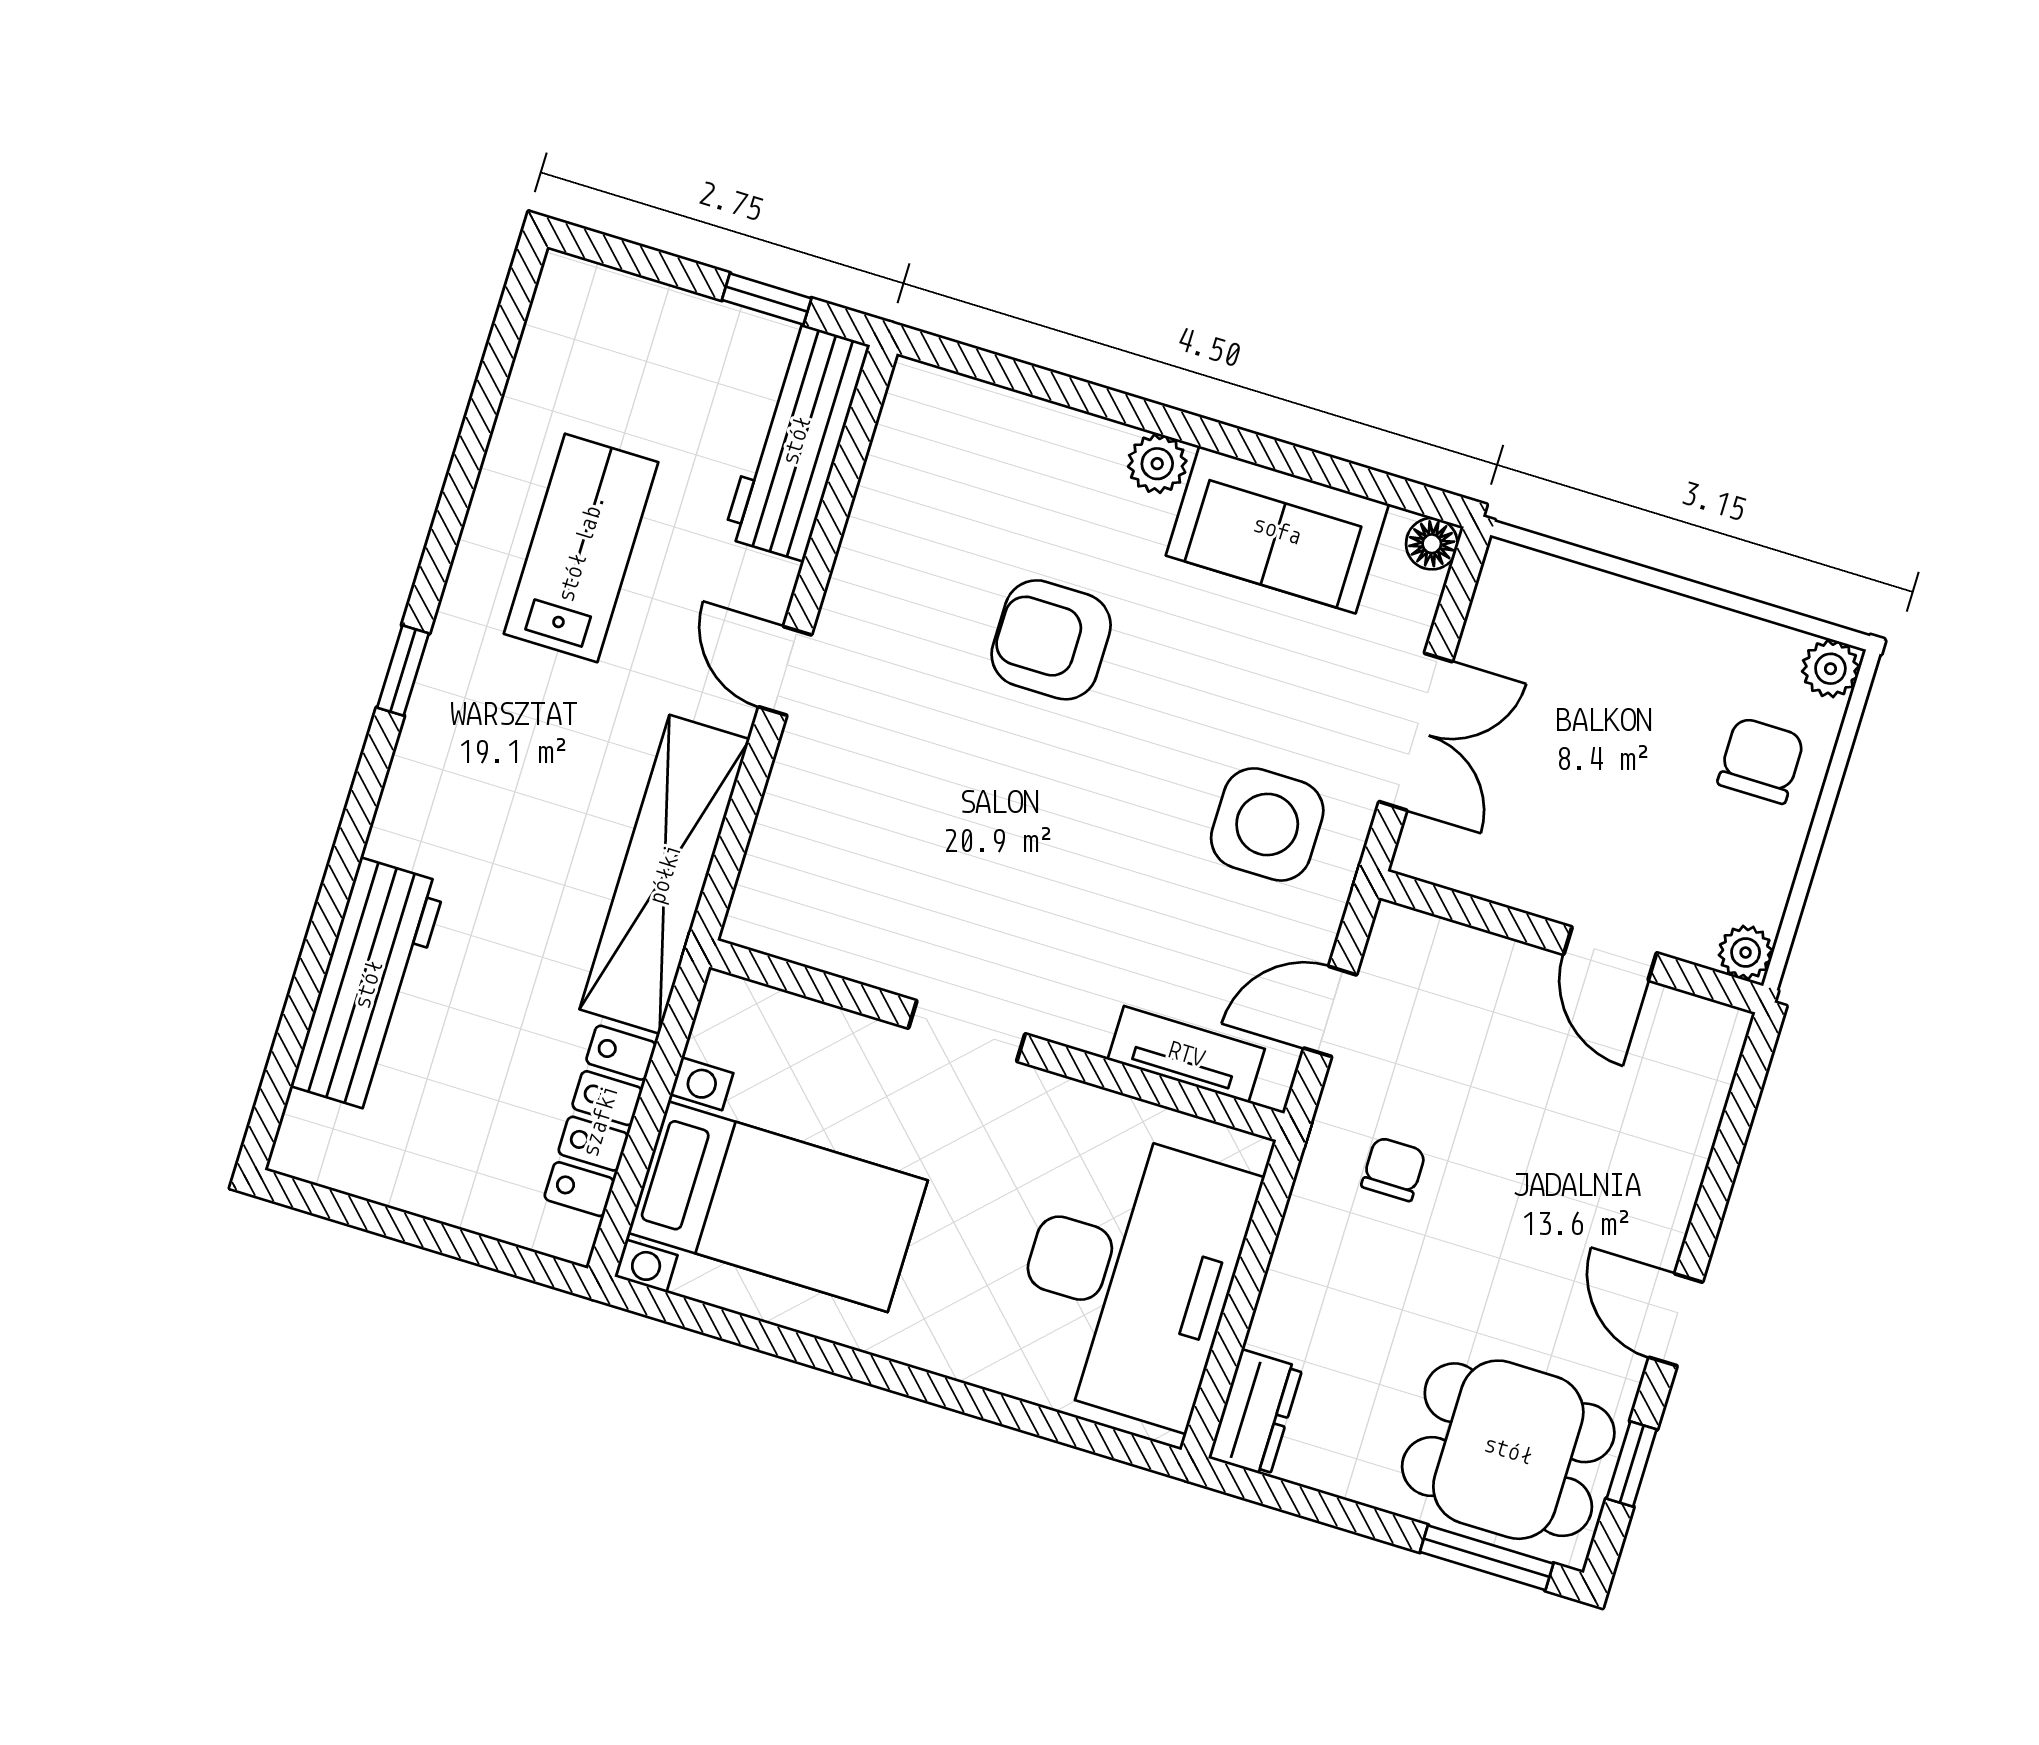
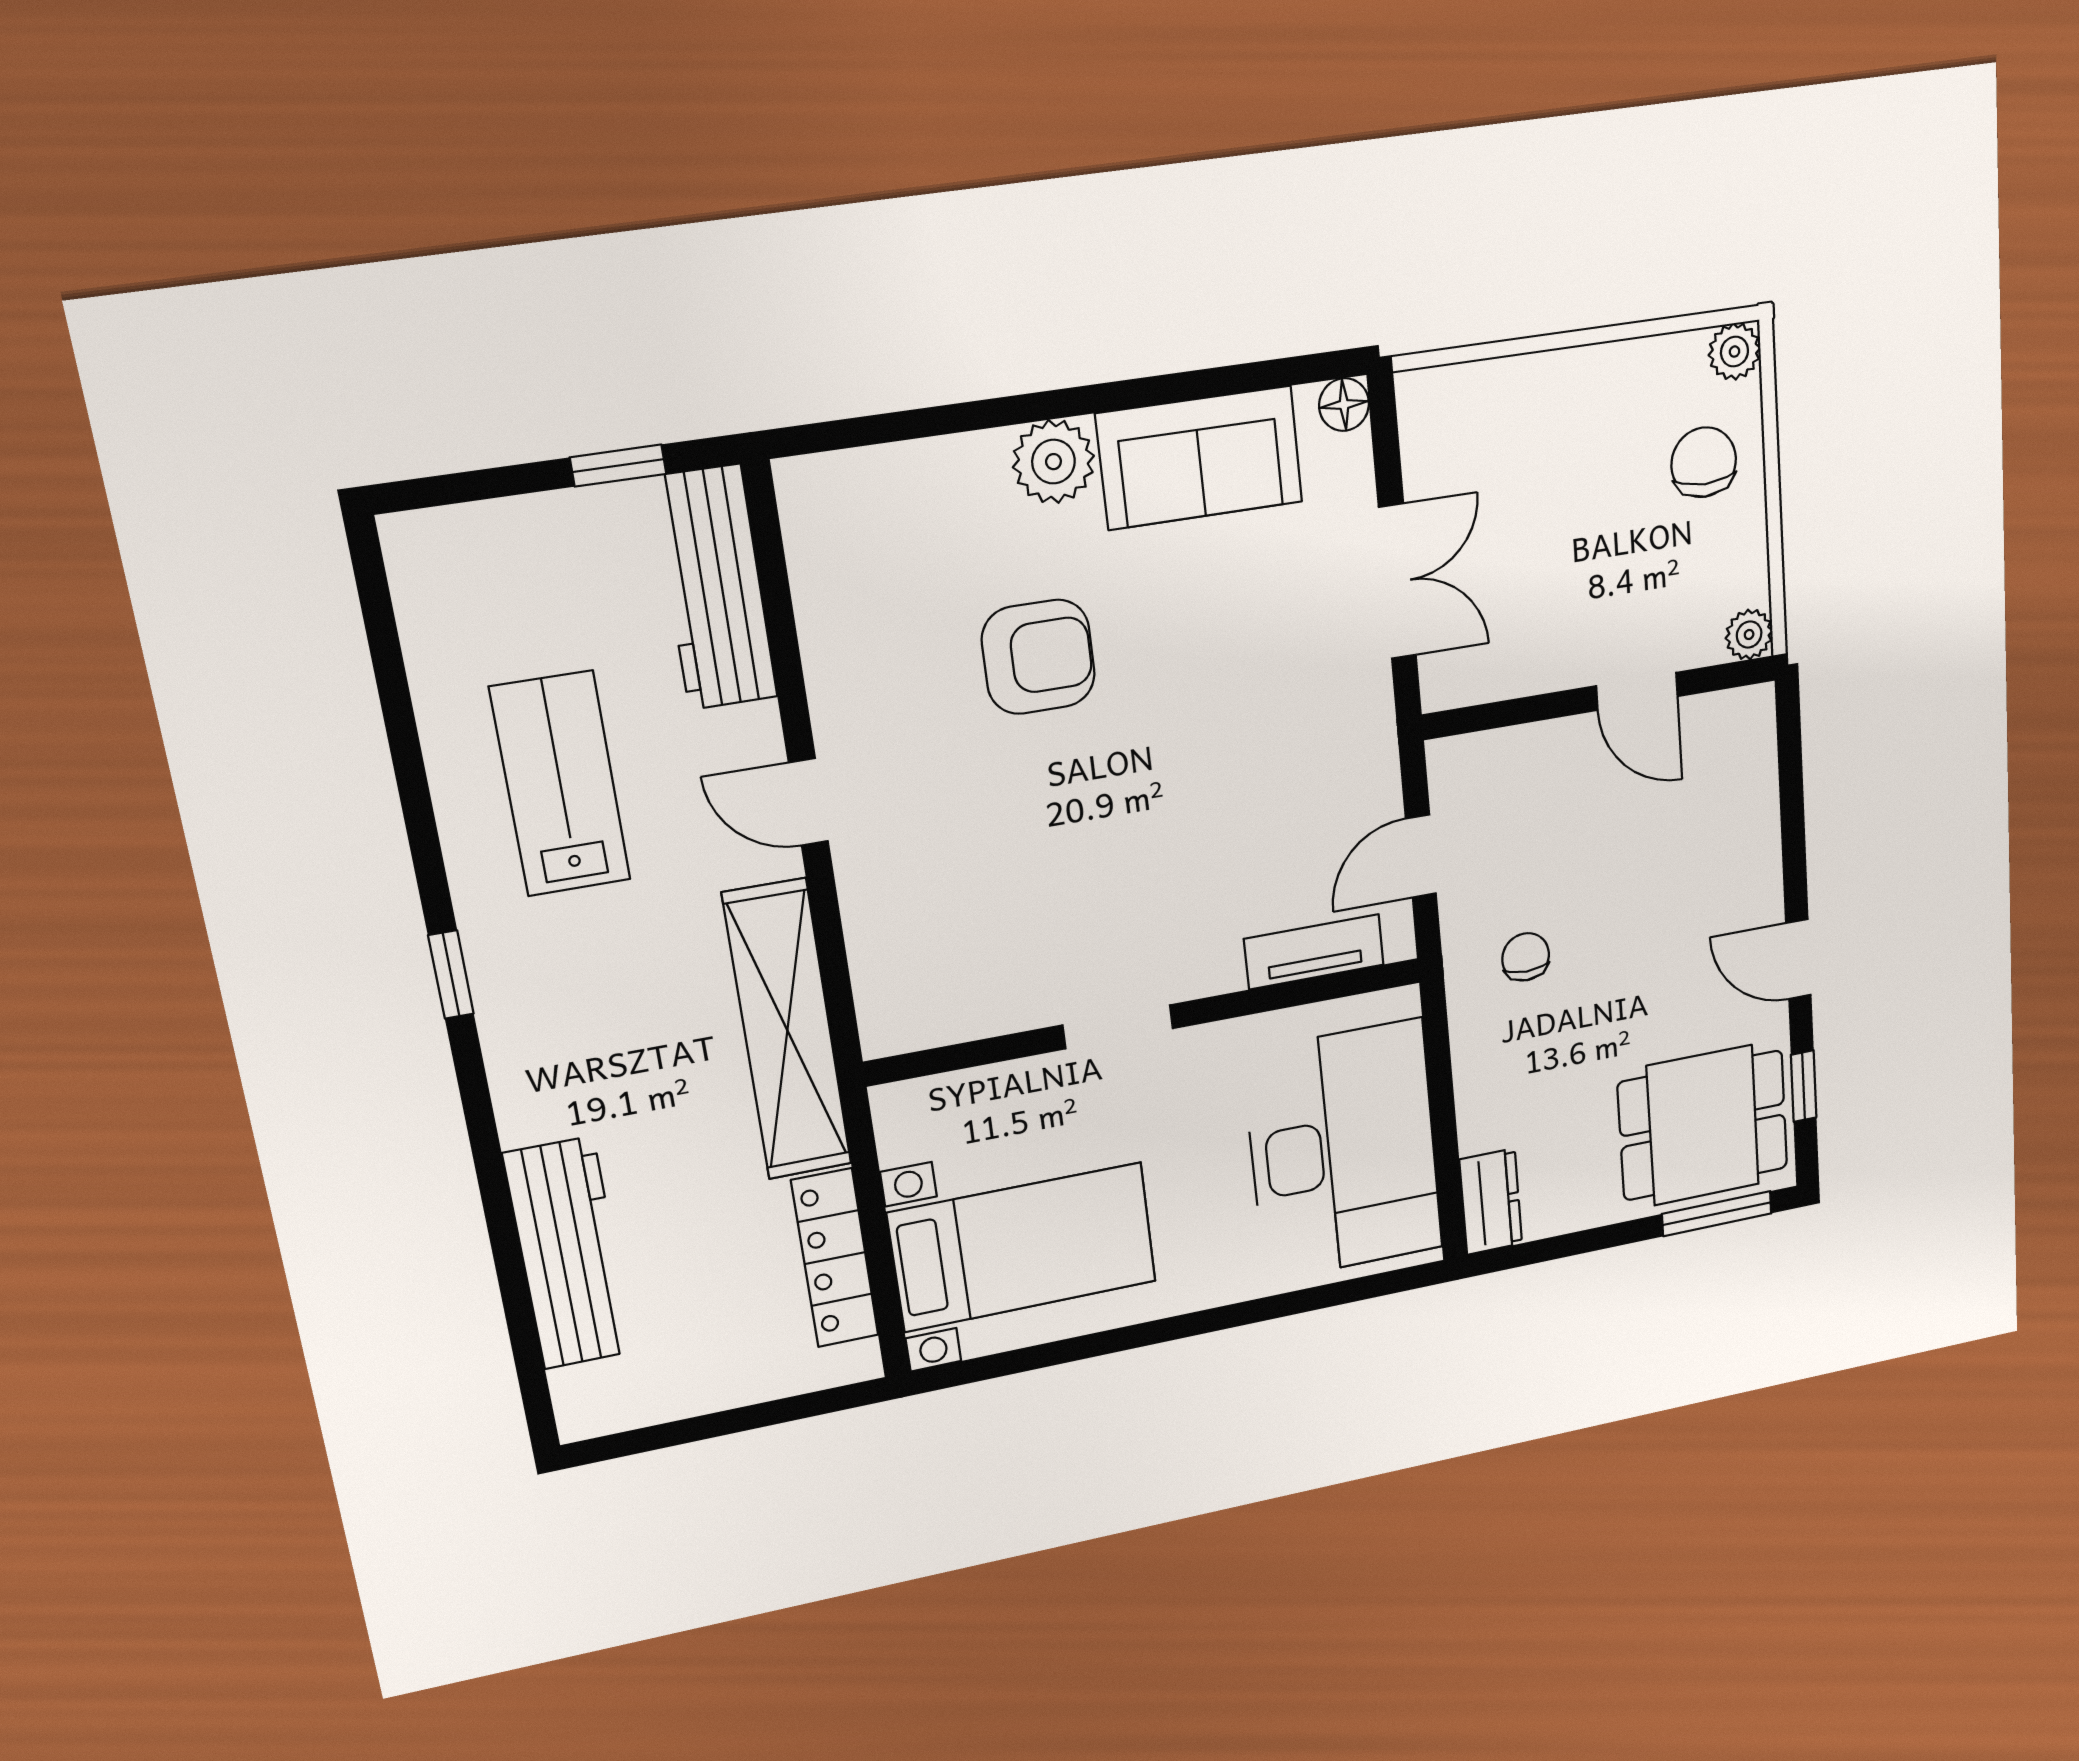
plant: (1157, 464) -> (1053, 462), width x1.38, depth x1.38
armchair: (1051, 640) -> (1038, 657), turned 180
side table: (1267, 824) -> (1301, 726), removed

